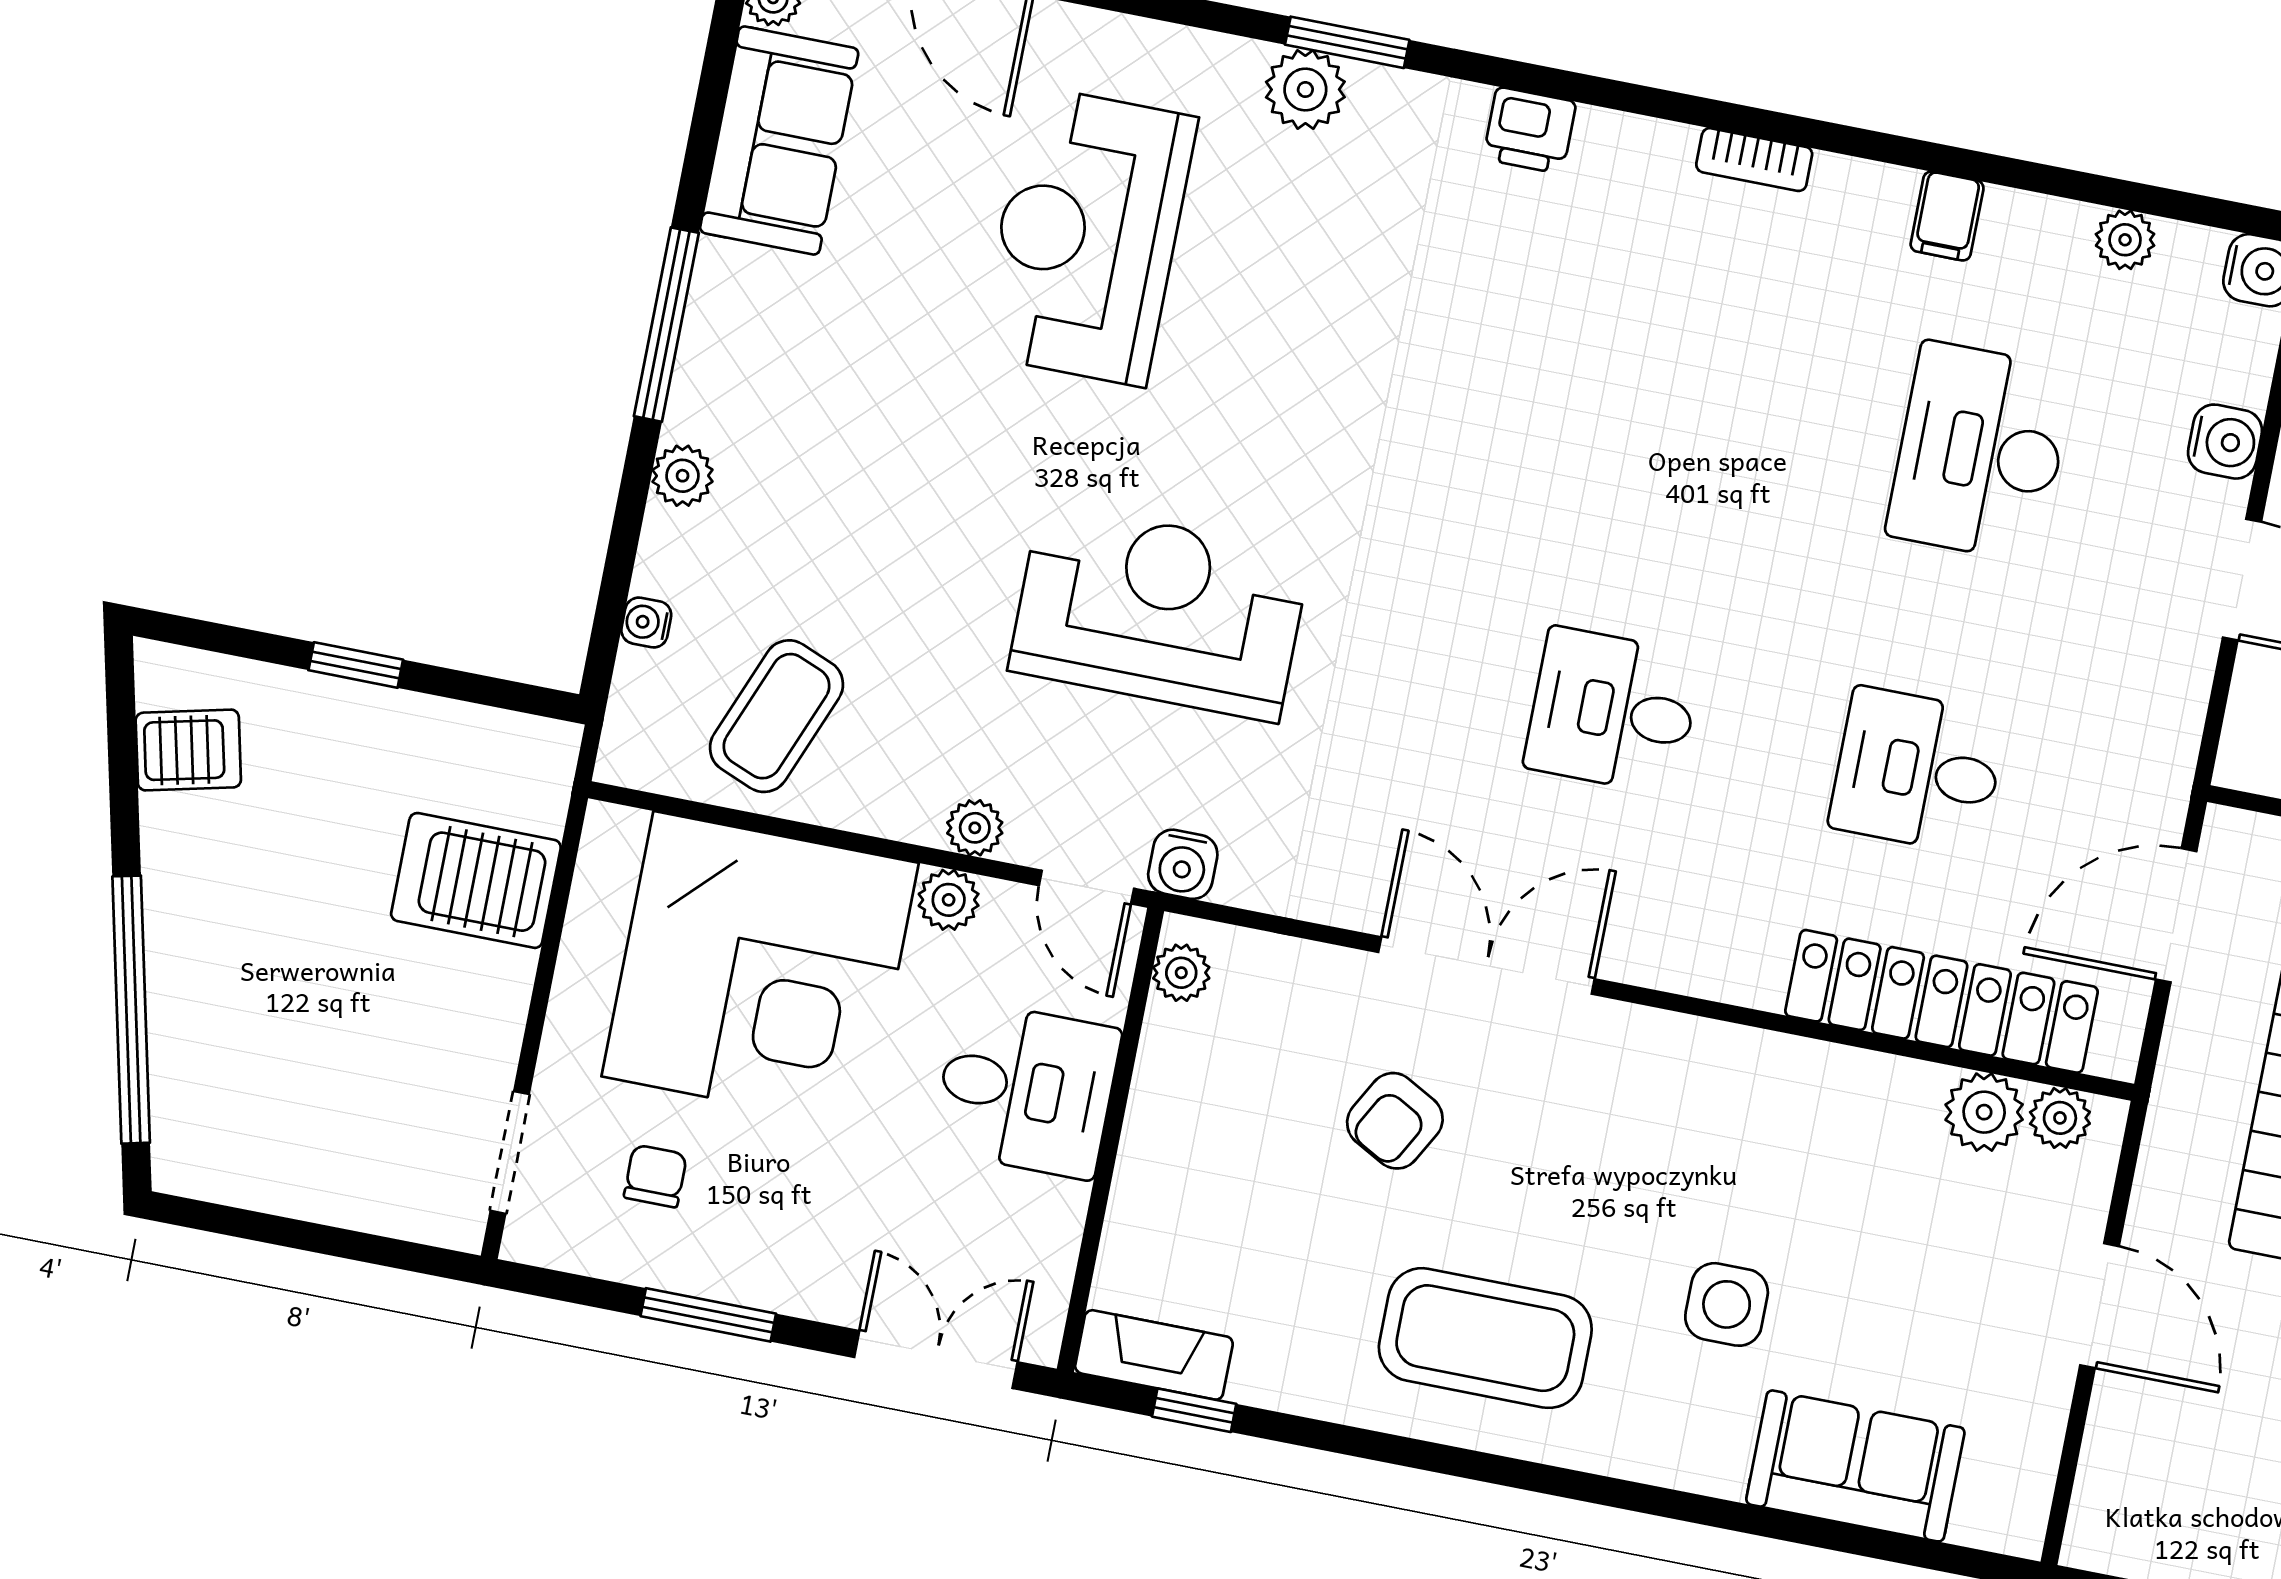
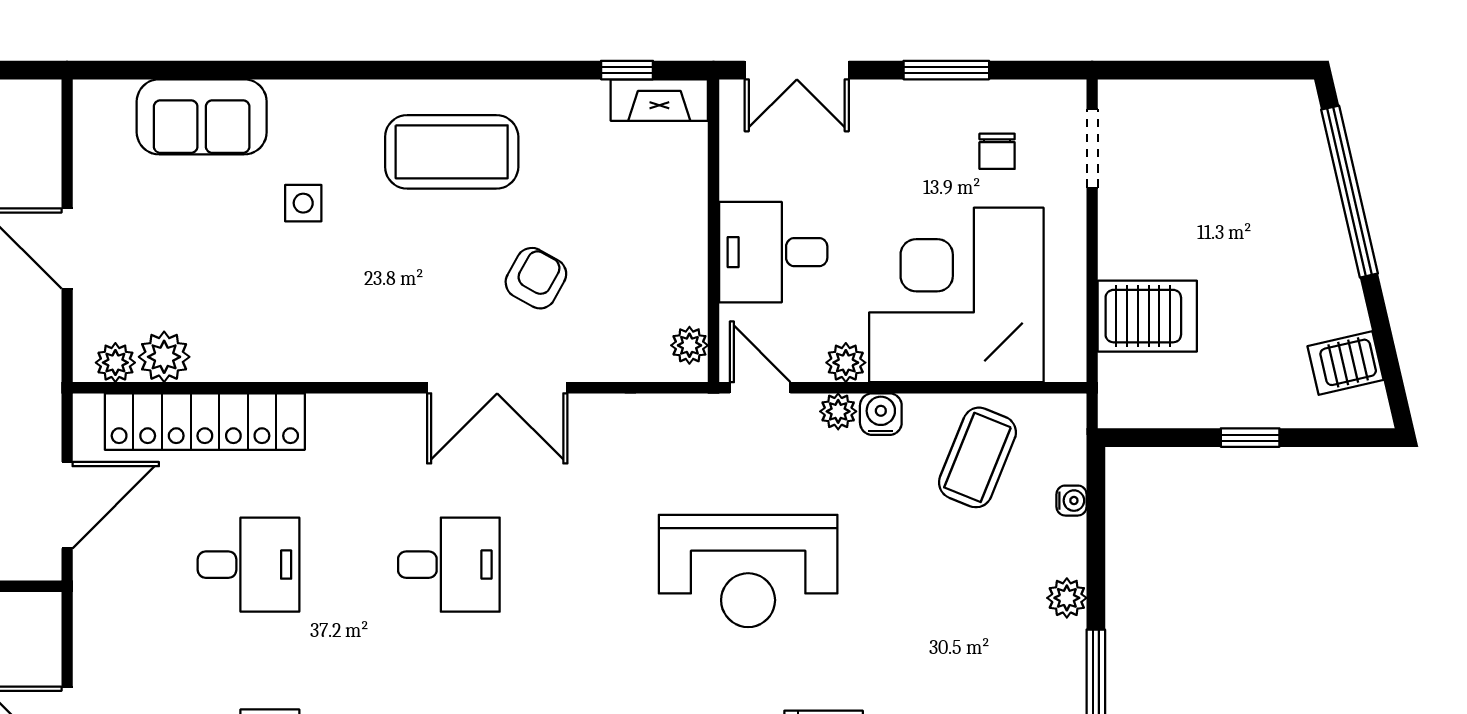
water cooler: (1183, 864) -> (881, 414), moved
side table: (1727, 1304) -> (303, 203), width x0.73, depth x0.73

